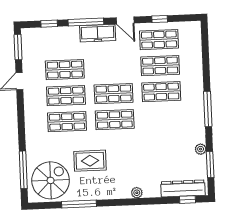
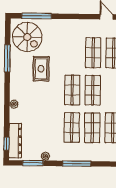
shop shelf: (67, 122) -> (72, 127), moved

